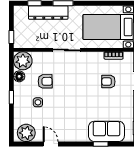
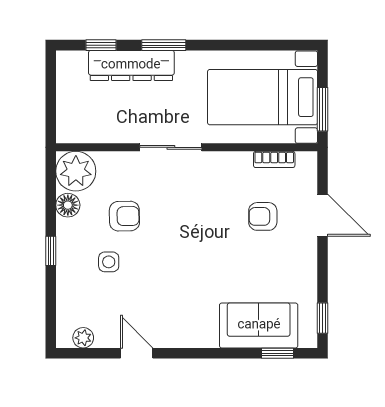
window: (11, 37) -> (51, 119), removed
plant: (26, 133) -> (83, 338), width x0.53, depth x0.53
window: (101, 144) -> (278, 353), moved

